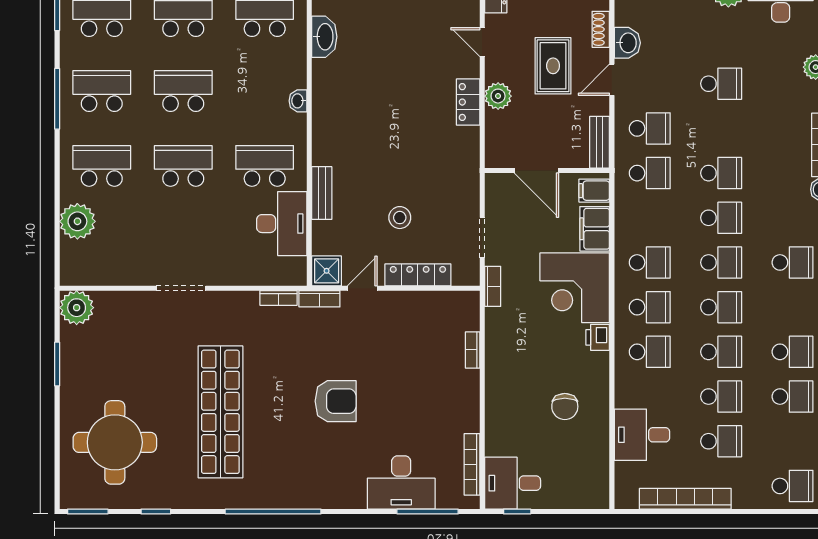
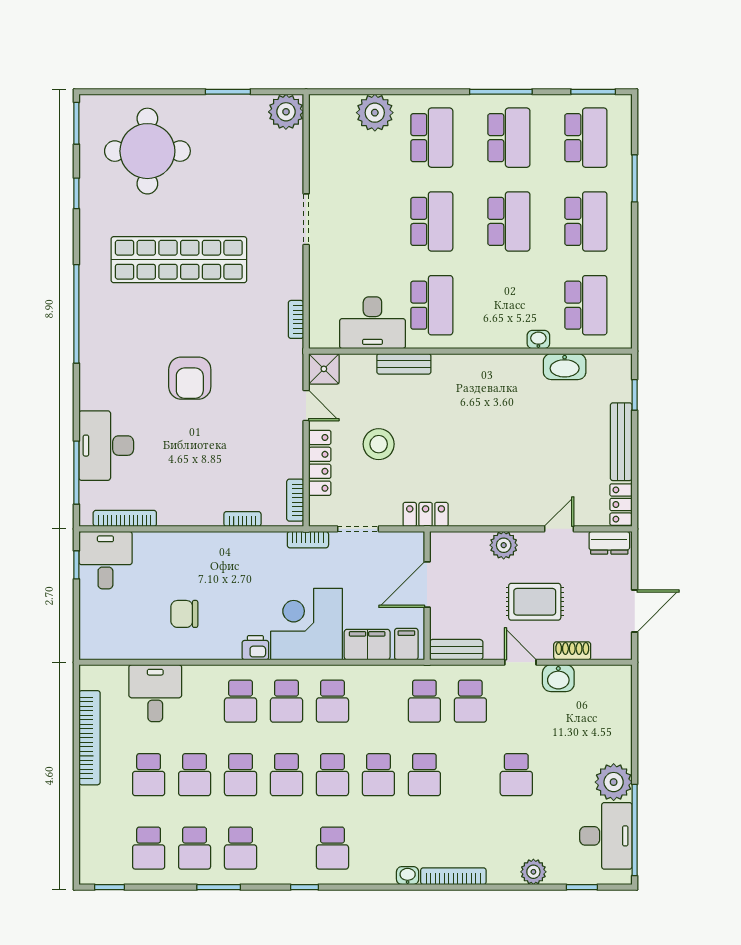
washbasin: (298, 101) -> (538, 339), moved
locker: (468, 102) -> (426, 514), moved
stool: (400, 218) -> (379, 444), width x1.38, depth x1.38
bookcase: (319, 299) -> (295, 500), moved
school desk: (793, 486) -> (149, 848), moved

